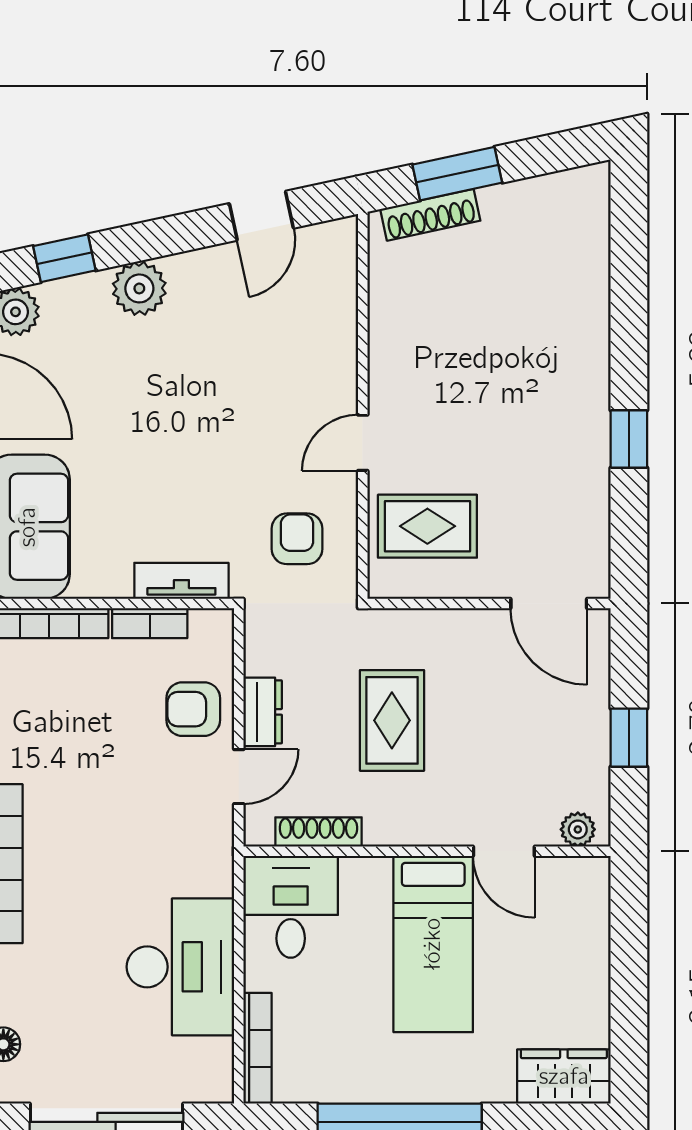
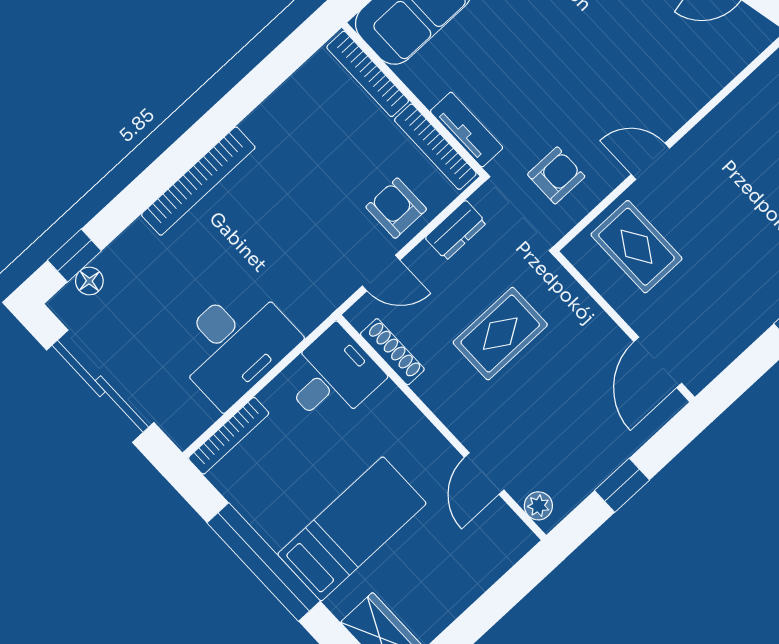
bookcase: (150, 623) -> (435, 147), width x1.56
dresser: (263, 712) -> (456, 230), moved
bed: (433, 944) -> (352, 529), moved, turned 180

